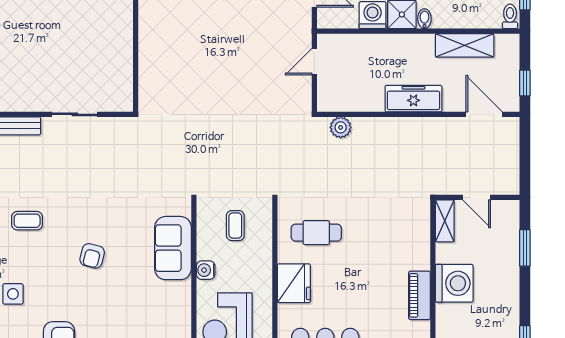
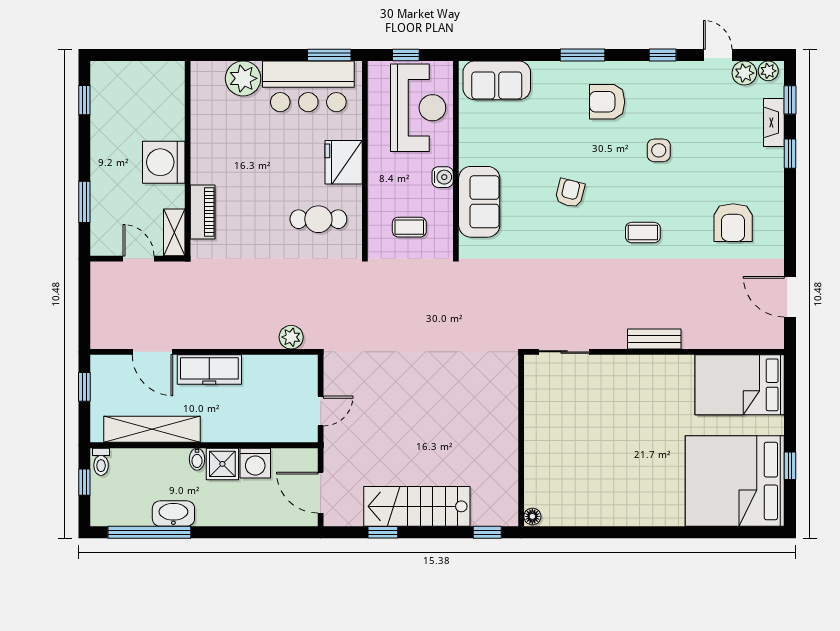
shelving: (465, 45) -> (152, 429), width x1.47
sliding door: (75, 114) -> (564, 352), moved
door: (484, 114) -> (153, 352), moved
coffee table: (235, 226) -> (409, 227), turned 90
piano: (419, 295) -> (203, 212), moved

